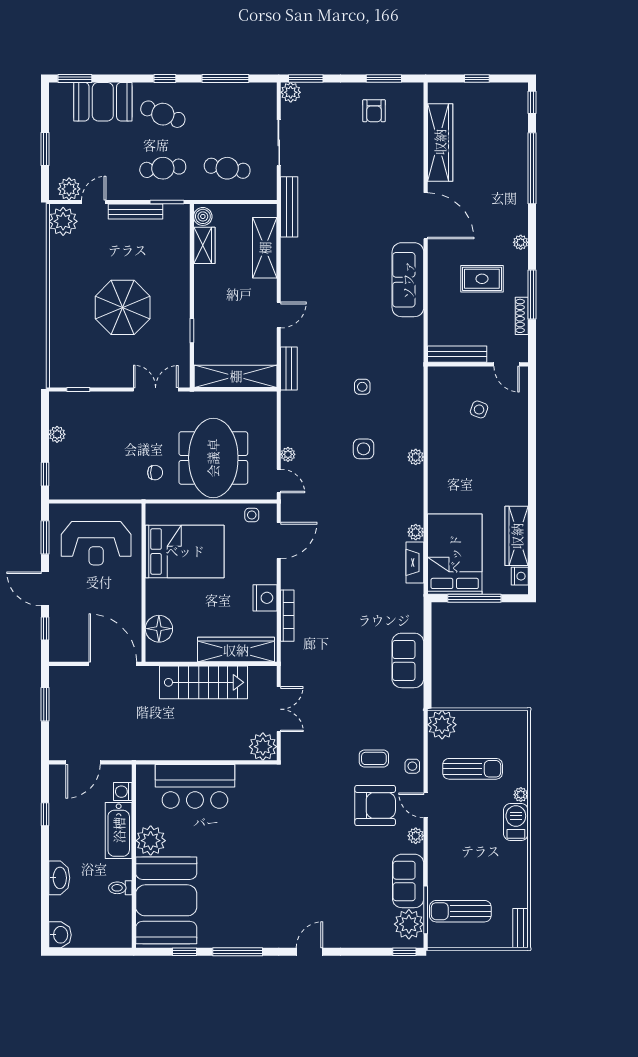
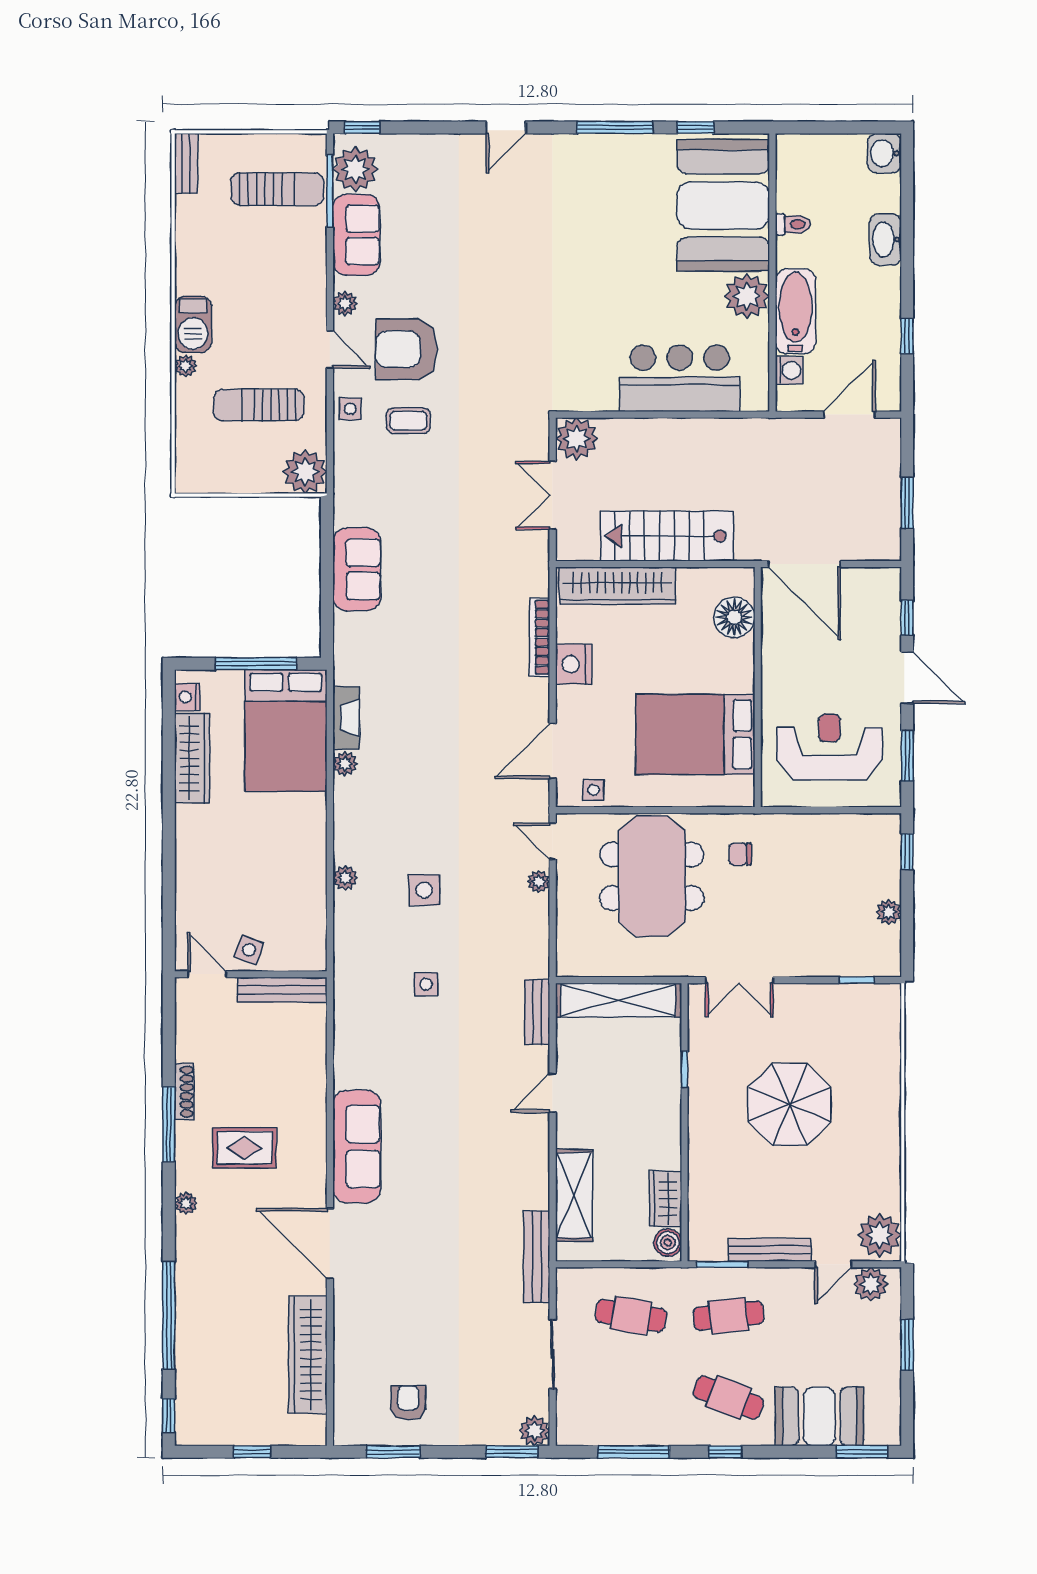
bench: (457, 354) -> (282, 990), moved
wall: (478, 364) -> (251, 974), moved
door: (507, 364) -> (207, 974), moved

